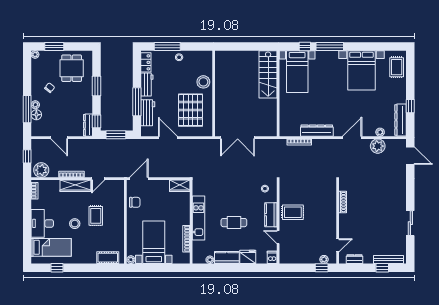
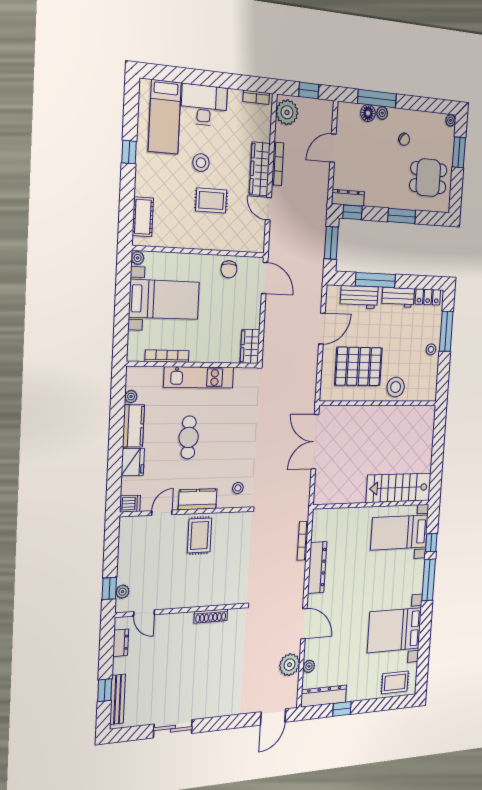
window: (57, 268) -> (129, 152), moved

